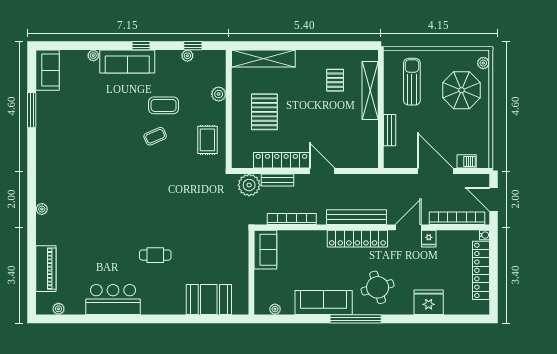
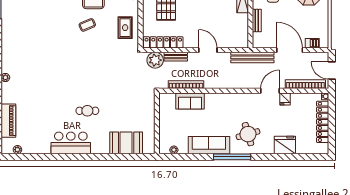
locker: (281, 160) -> (163, 42), moved
bench: (356, 217) -> (252, 57), moved
locker: (357, 239) -> (233, 99), removed
sofa: (265, 250) -> (190, 101), moved, turned 90
bar counter: (113, 300) -> (71, 143), moved

